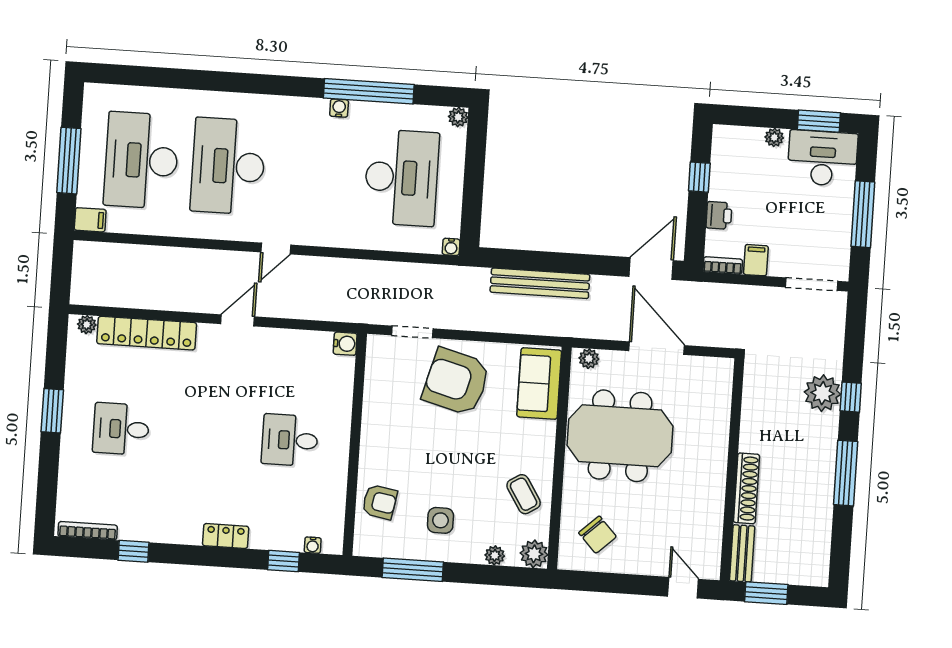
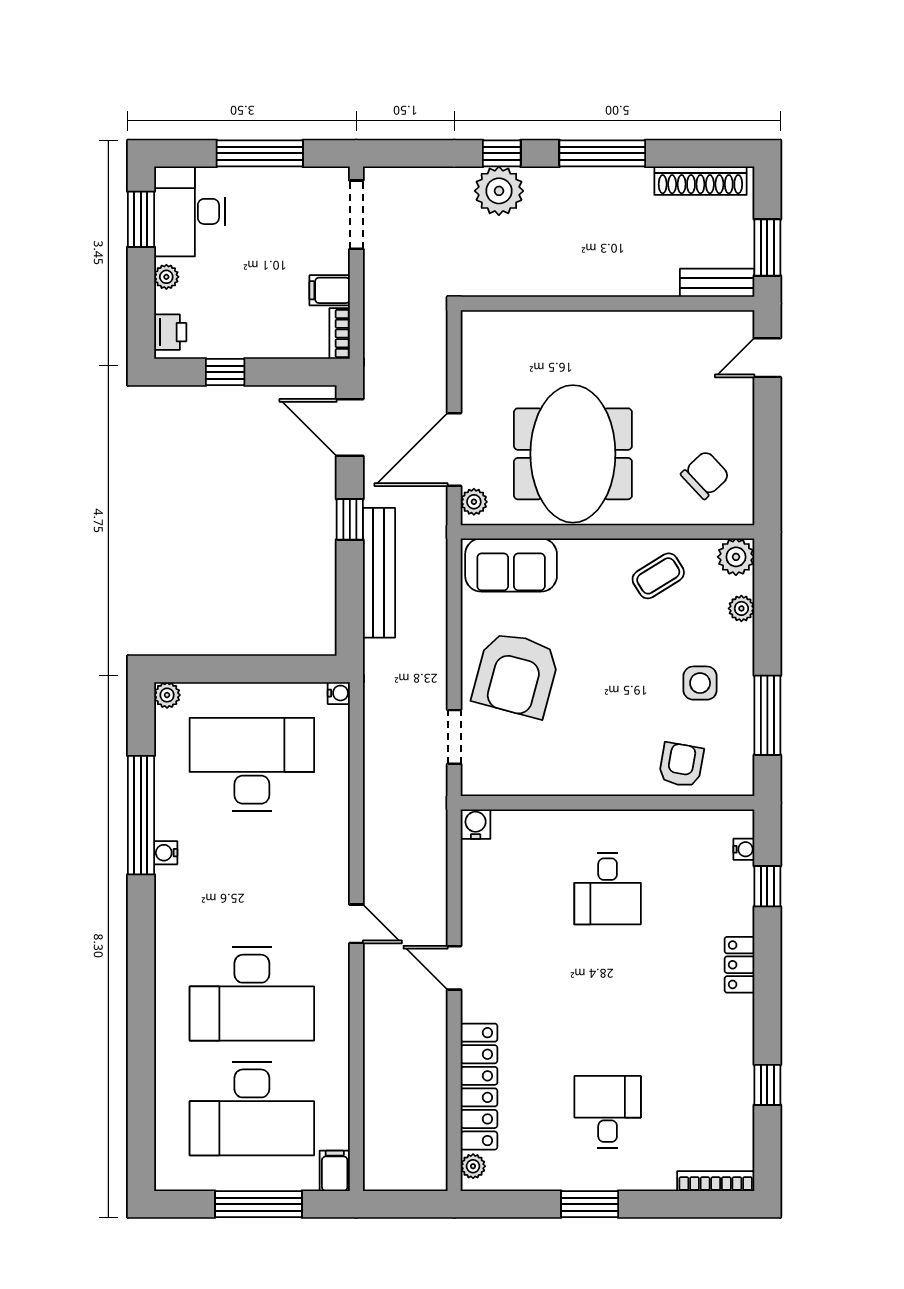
printer: (719, 215) -> (170, 332), moved, turned 90
window: (582, 264) -> (350, 519), added
door: (657, 348) -> (454, 449), moved
desk: (121, 429) -> (608, 1112), turned 180
shoe rack: (746, 488) -> (700, 181), moved, turned 180
bookcase: (88, 531) -> (716, 1181), moved, turned 90

